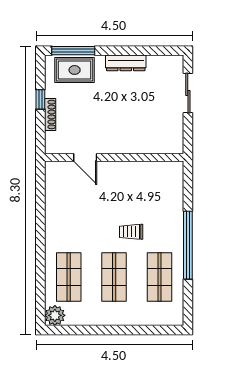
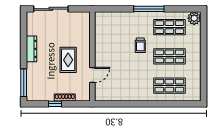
rug: (75, 70) -> (68, 60), moved
sliding door: (188, 93) -> (51, 9), width x1.37
window: (188, 245) -> (149, 9), width x0.68
plant: (55, 315) -> (194, 18), moved

